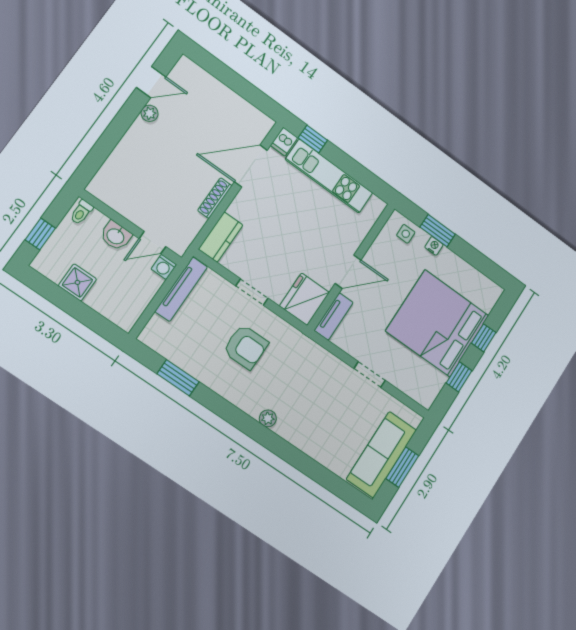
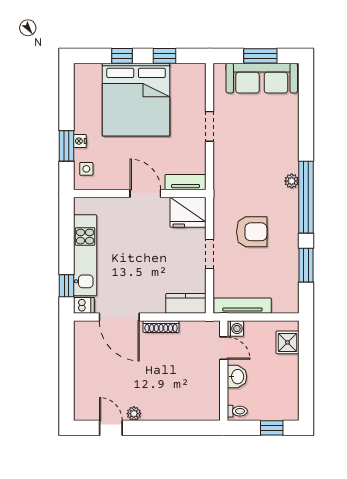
shower: (77, 282) -> (287, 342), moved
armchair: (246, 347) -> (252, 232), turned 90
window: (243, 422) -> (306, 197), added

